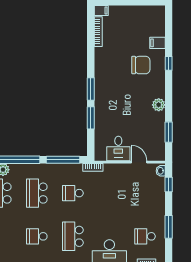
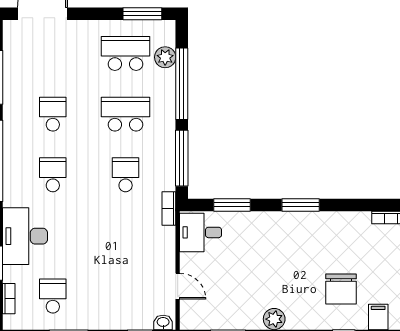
window: (91, 118) -> (232, 205), moved
desk: (118, 148) -> (201, 232), moved
door: (139, 162) -> (178, 286), hinge flipped
school desk: (73, 236) -> (53, 175), width x0.54

